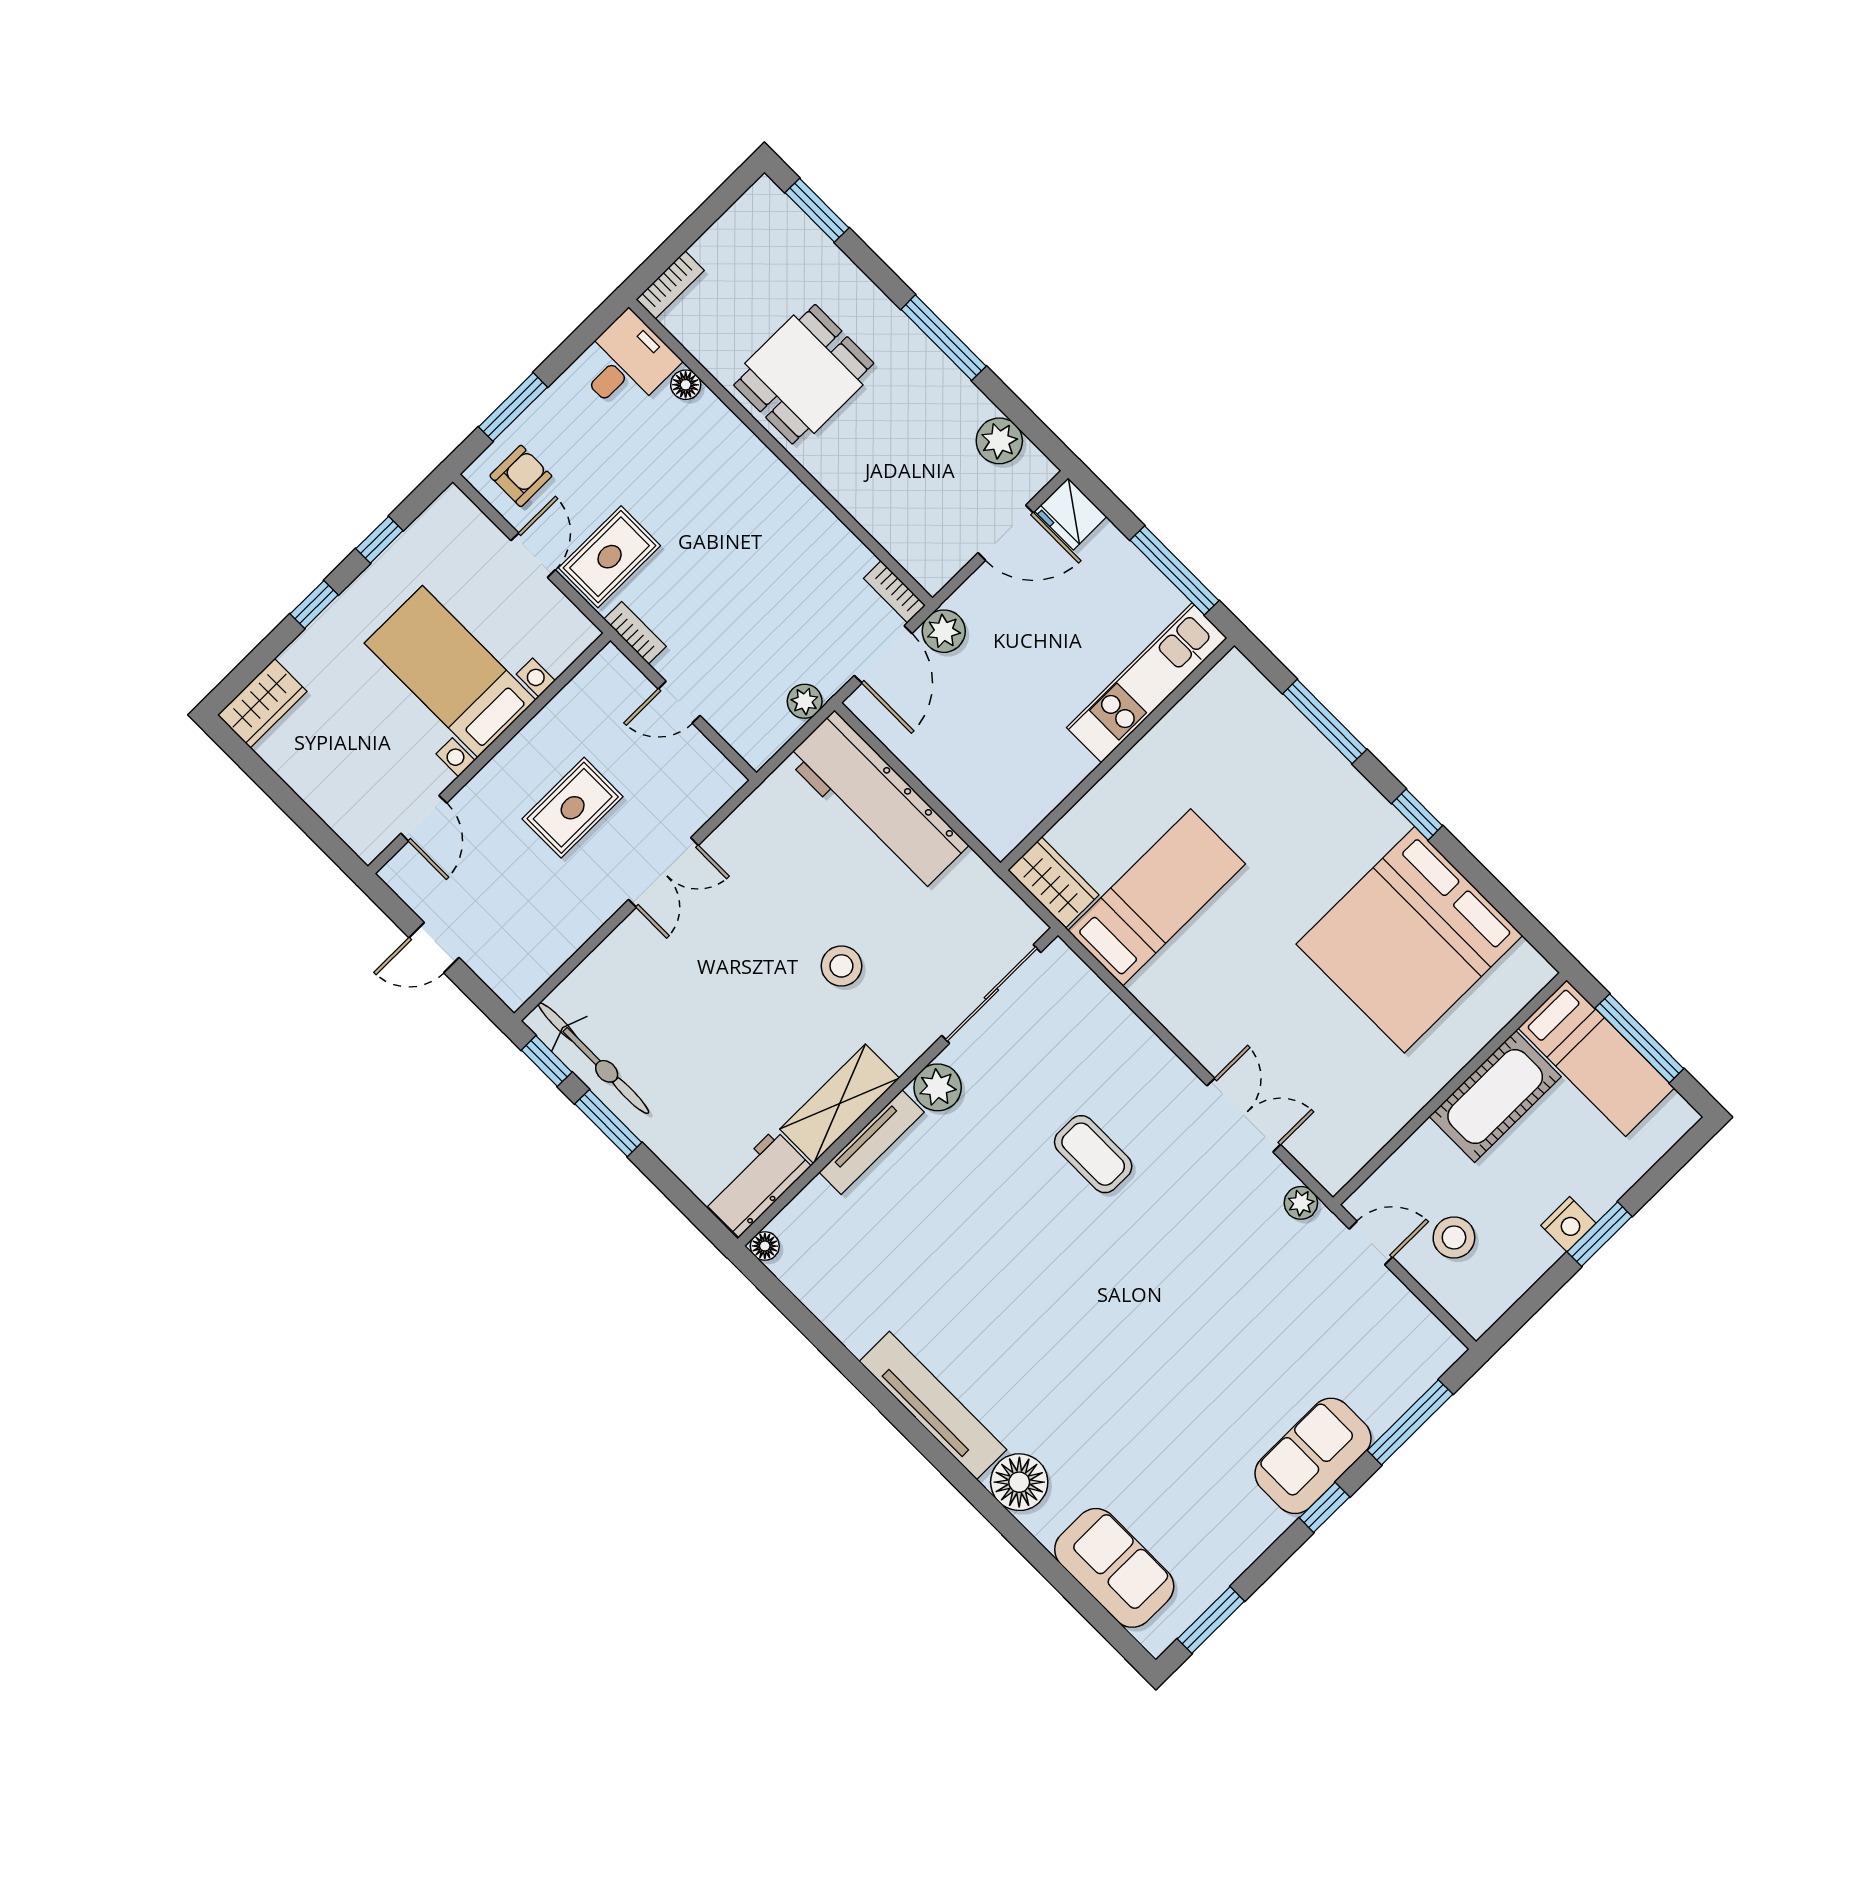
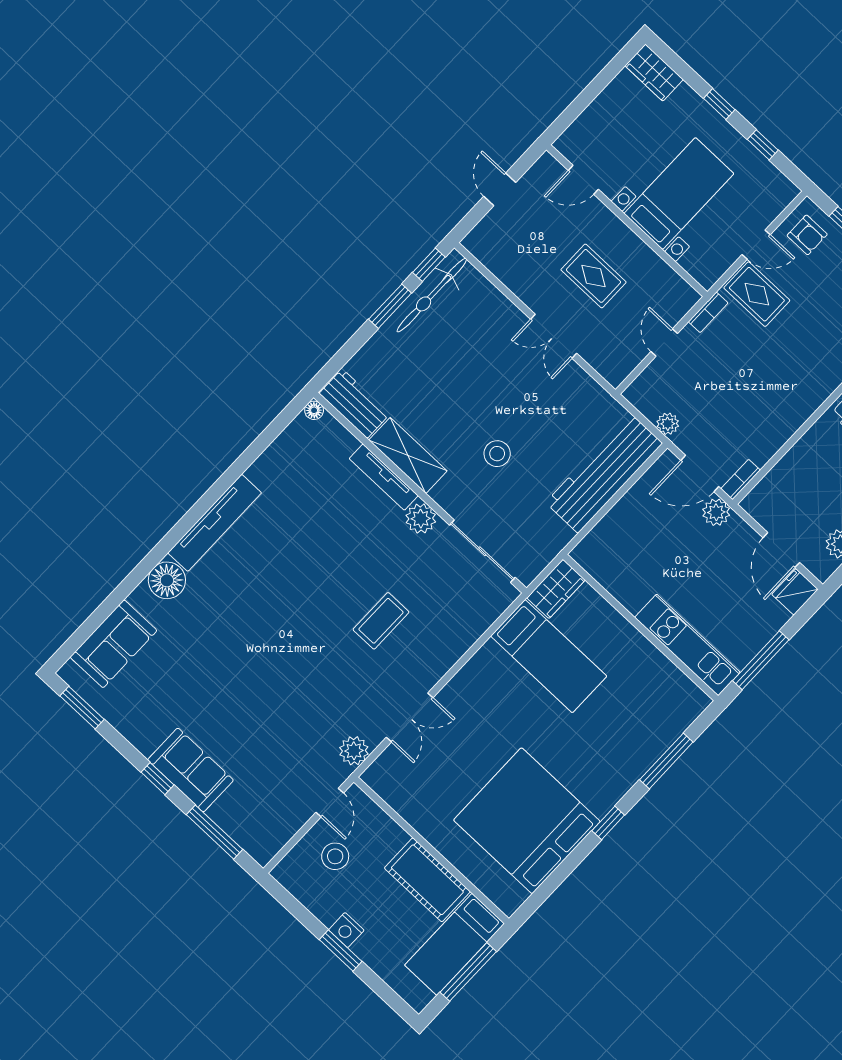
plant: (1301, 1203) -> (354, 751), width x1.38, depth x1.38

